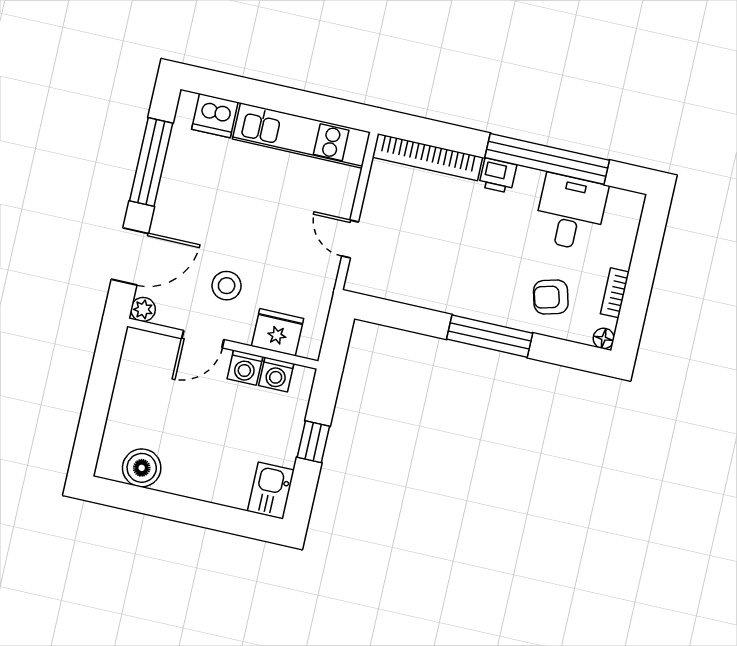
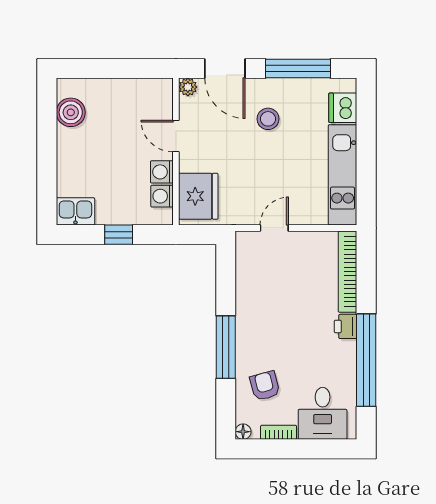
desk: (570, 212) -> (323, 413), moved, turned 90
stool: (227, 286) -> (268, 119), moved
fridge: (278, 332) -> (198, 196), width x1.36, depth x1.34

